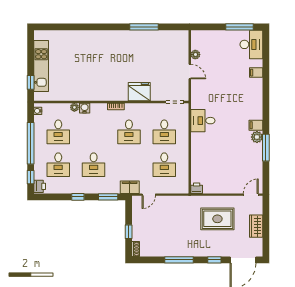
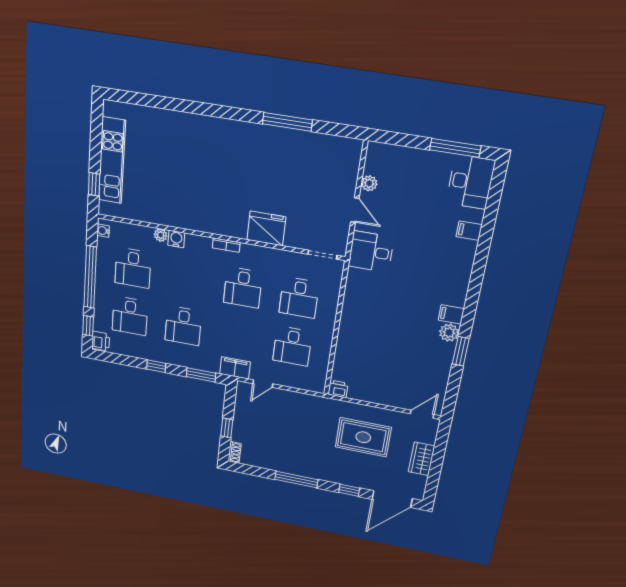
desk: (203, 121) -> (371, 252), moved
window: (266, 148) -> (461, 351), width x0.69

